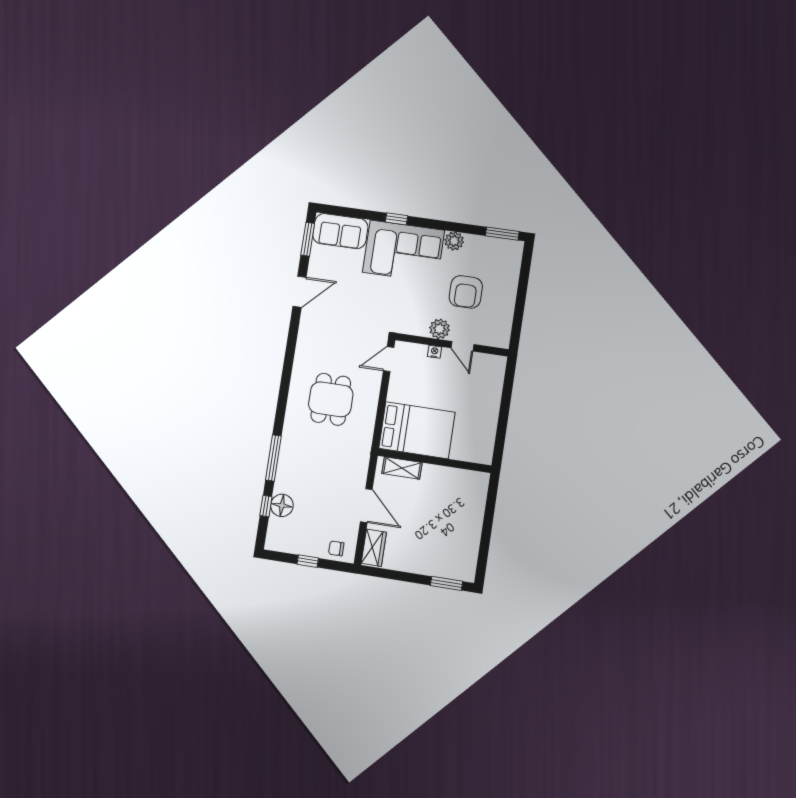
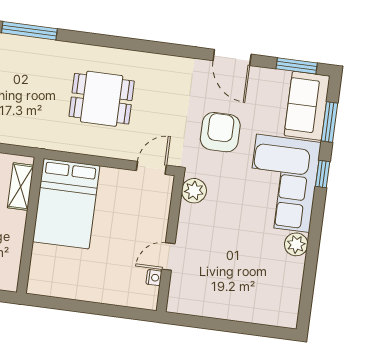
window: (502, 234) -> (329, 122), moved
armchair: (466, 292) -> (220, 132), moved, turned 90
plant: (440, 329) -> (194, 191), moved
nightstand: (434, 352) -> (154, 278), moved
door: (389, 359) -> (151, 168), hinge flipped

